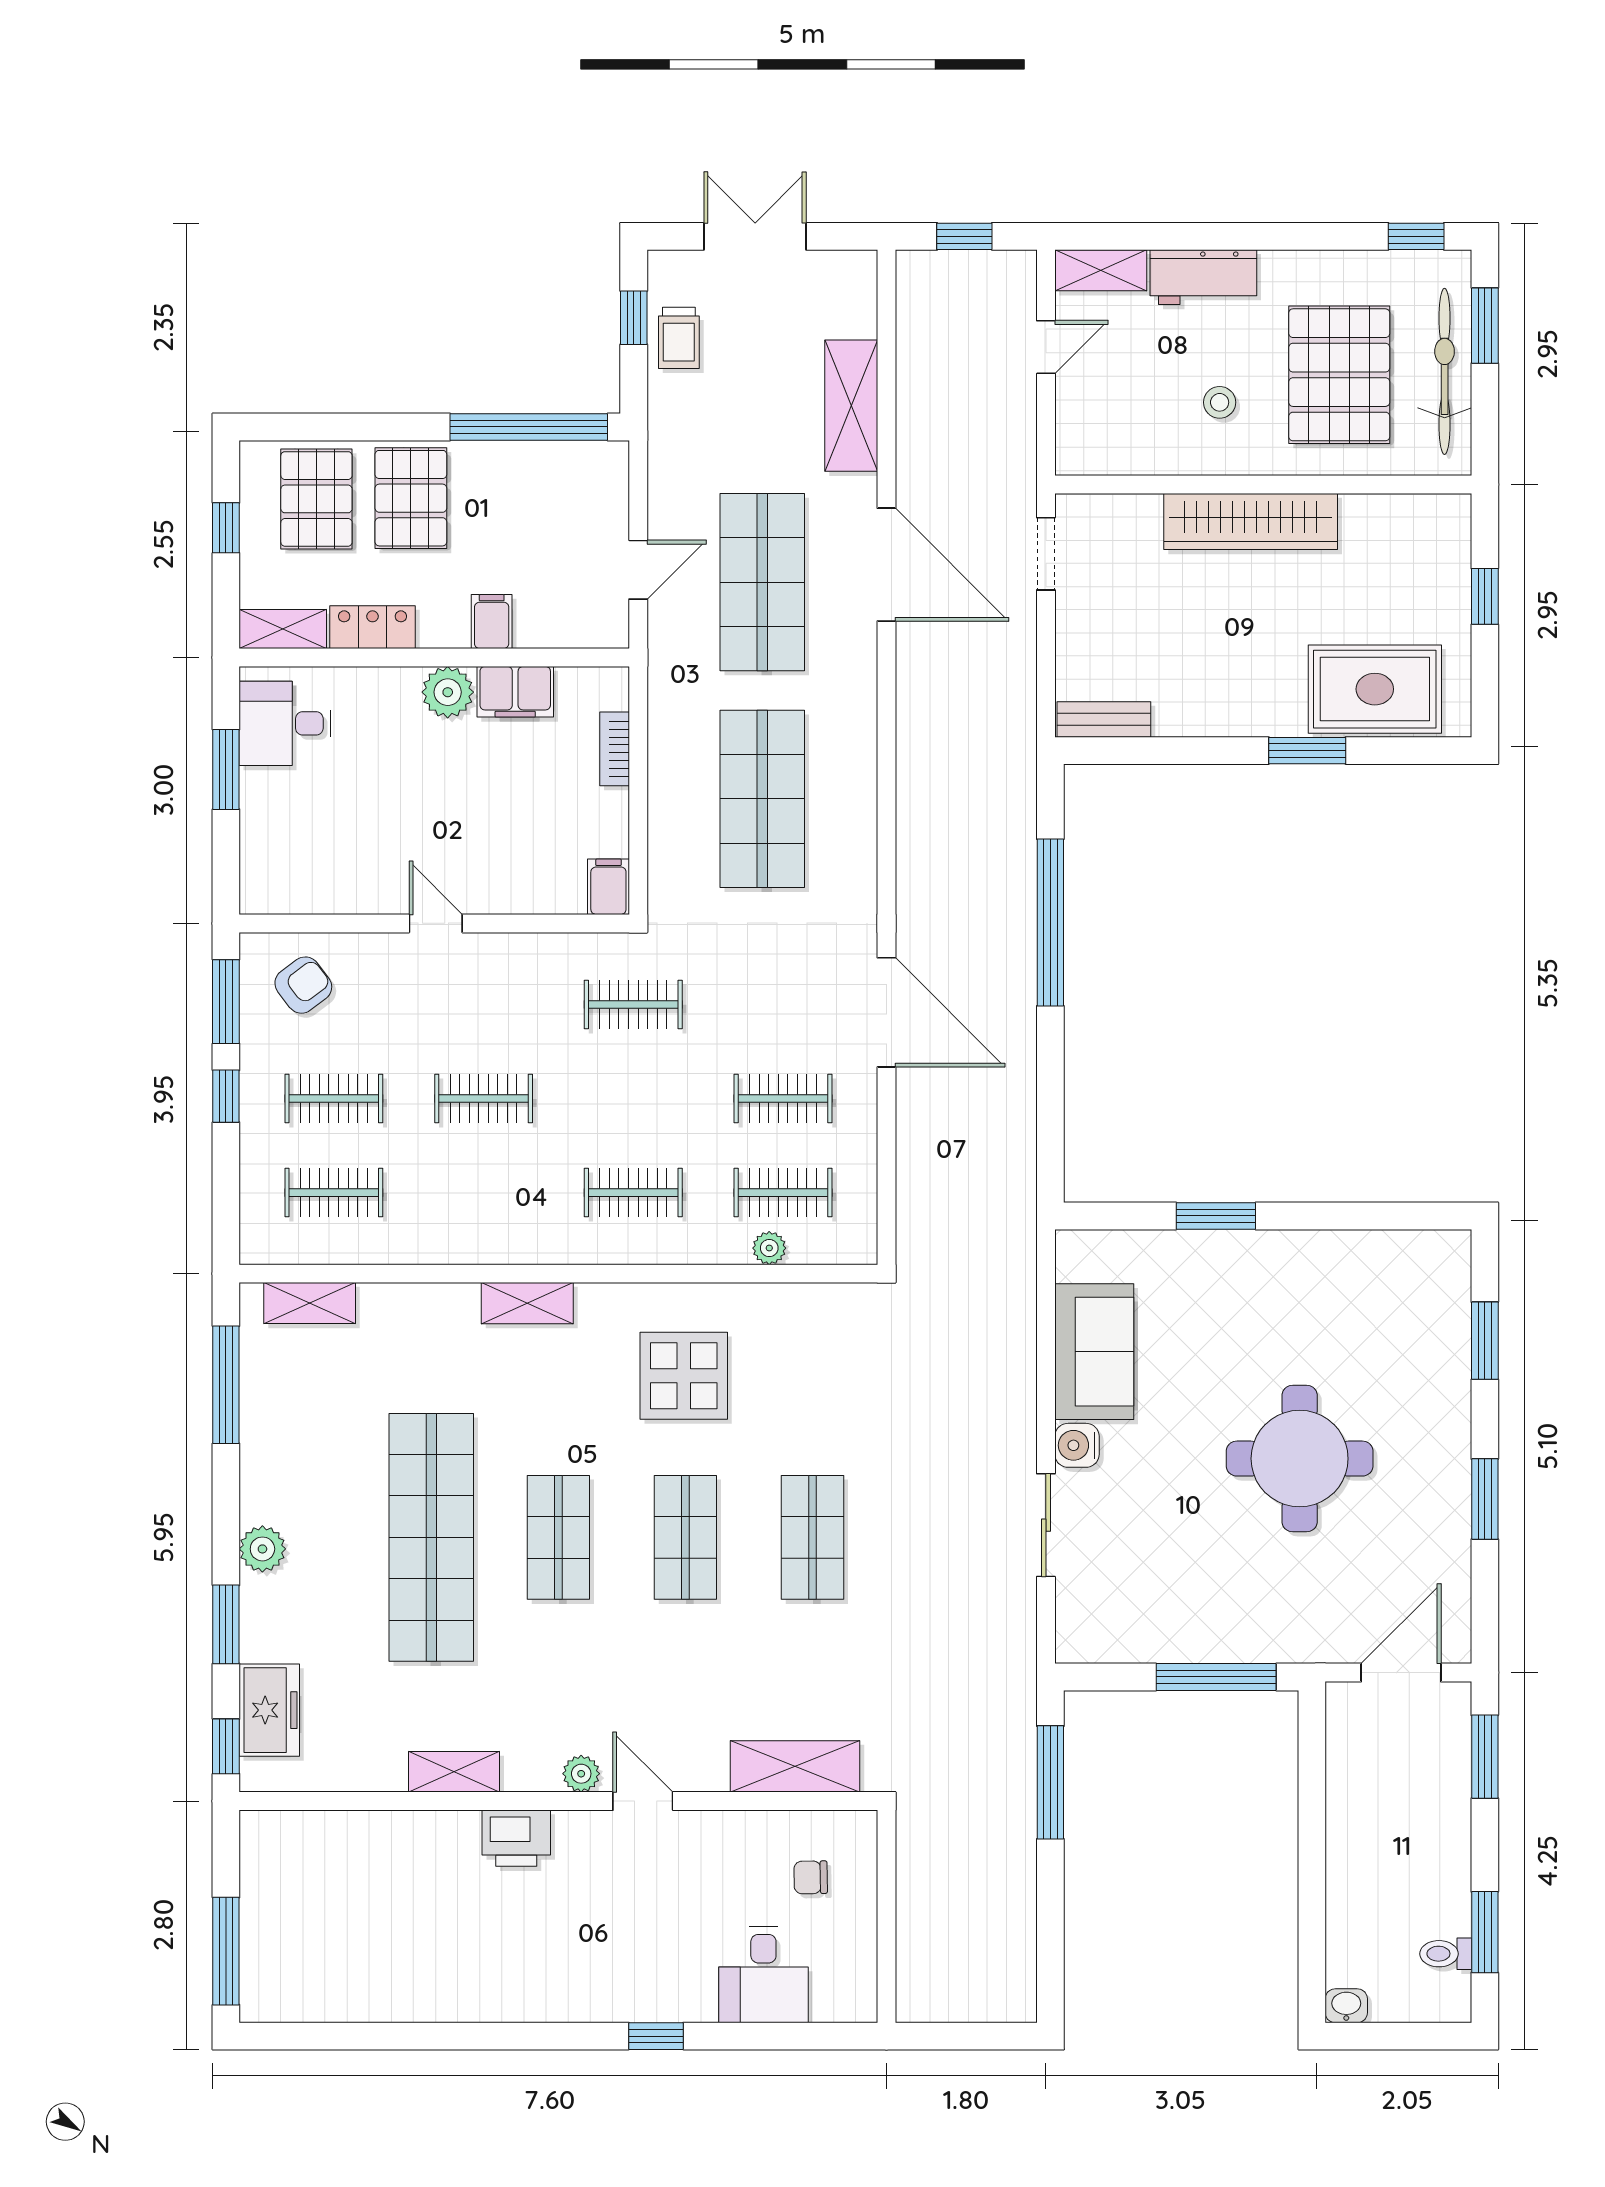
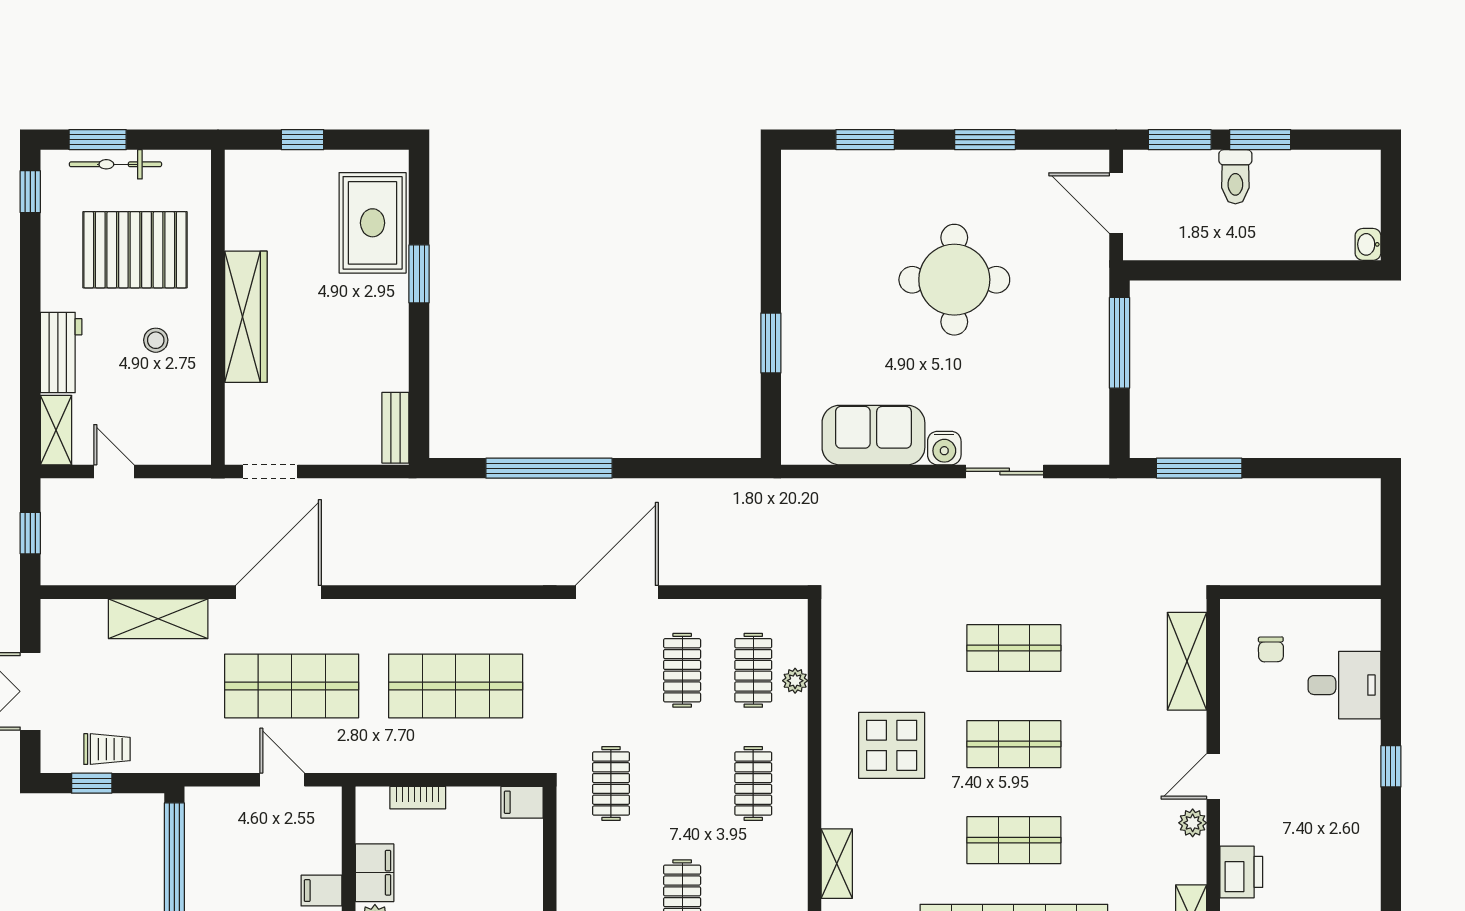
bicycle: (1445, 371) -> (115, 164), width x0.73, depth x0.71
window: (1485, 1932) -> (1260, 140), moved
toilet: (1446, 1954) -> (1235, 177), moved, width x1.37, depth x1.39

